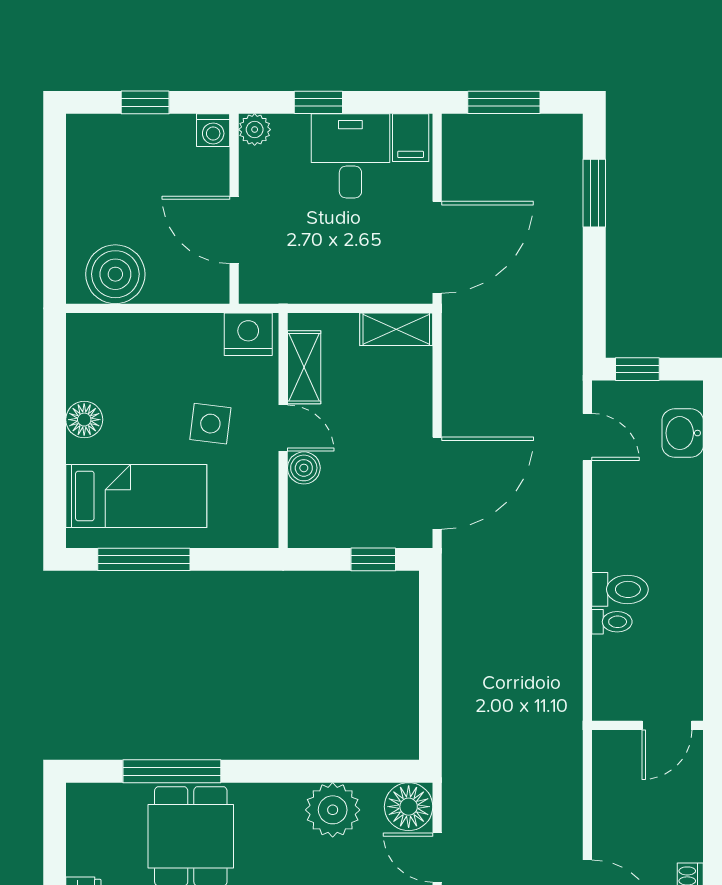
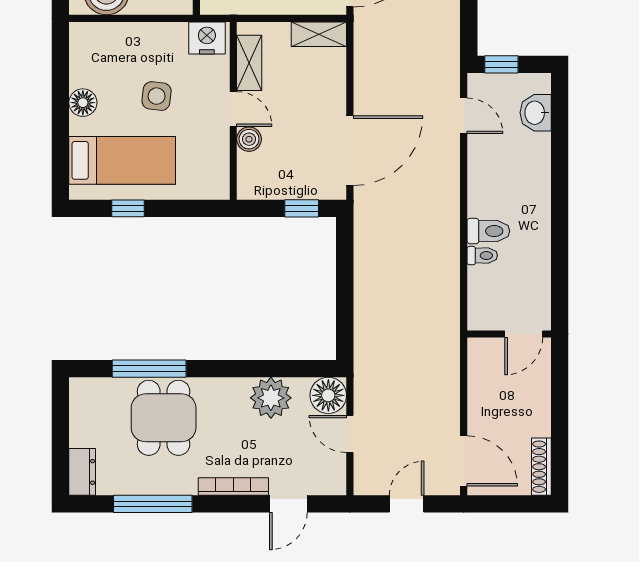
side table: (210, 424) -> (157, 96), moved
window: (144, 559) -> (128, 208), width x0.46

